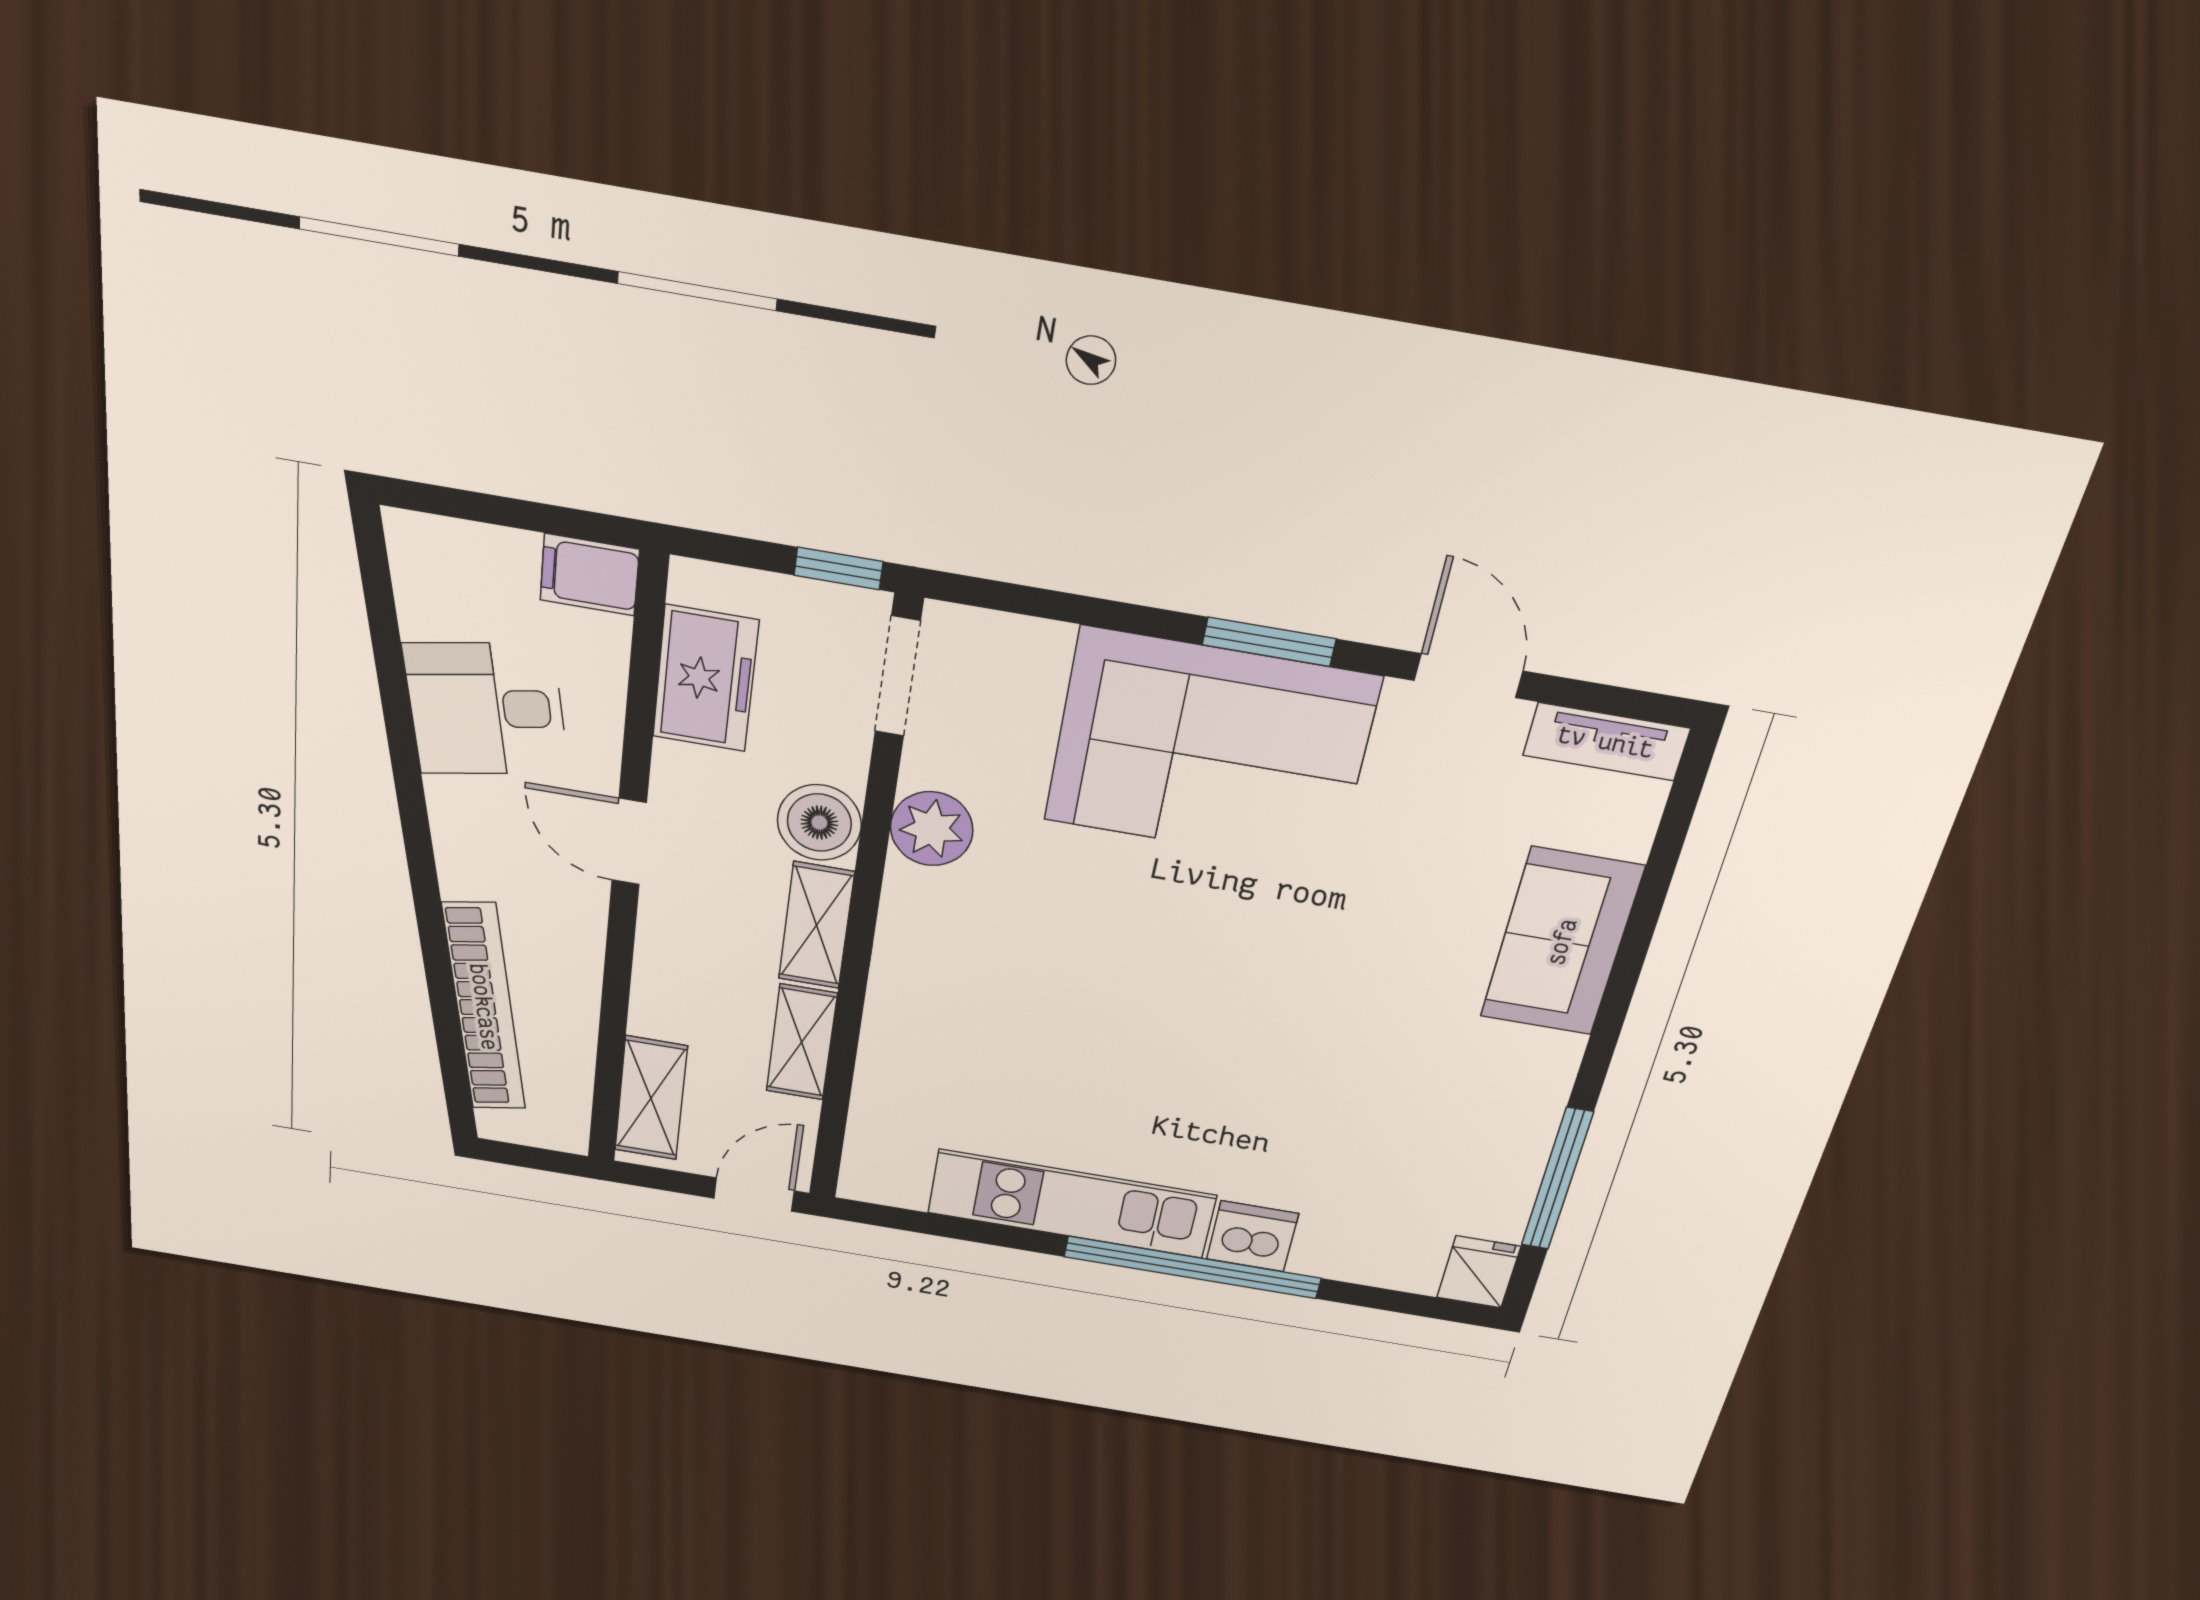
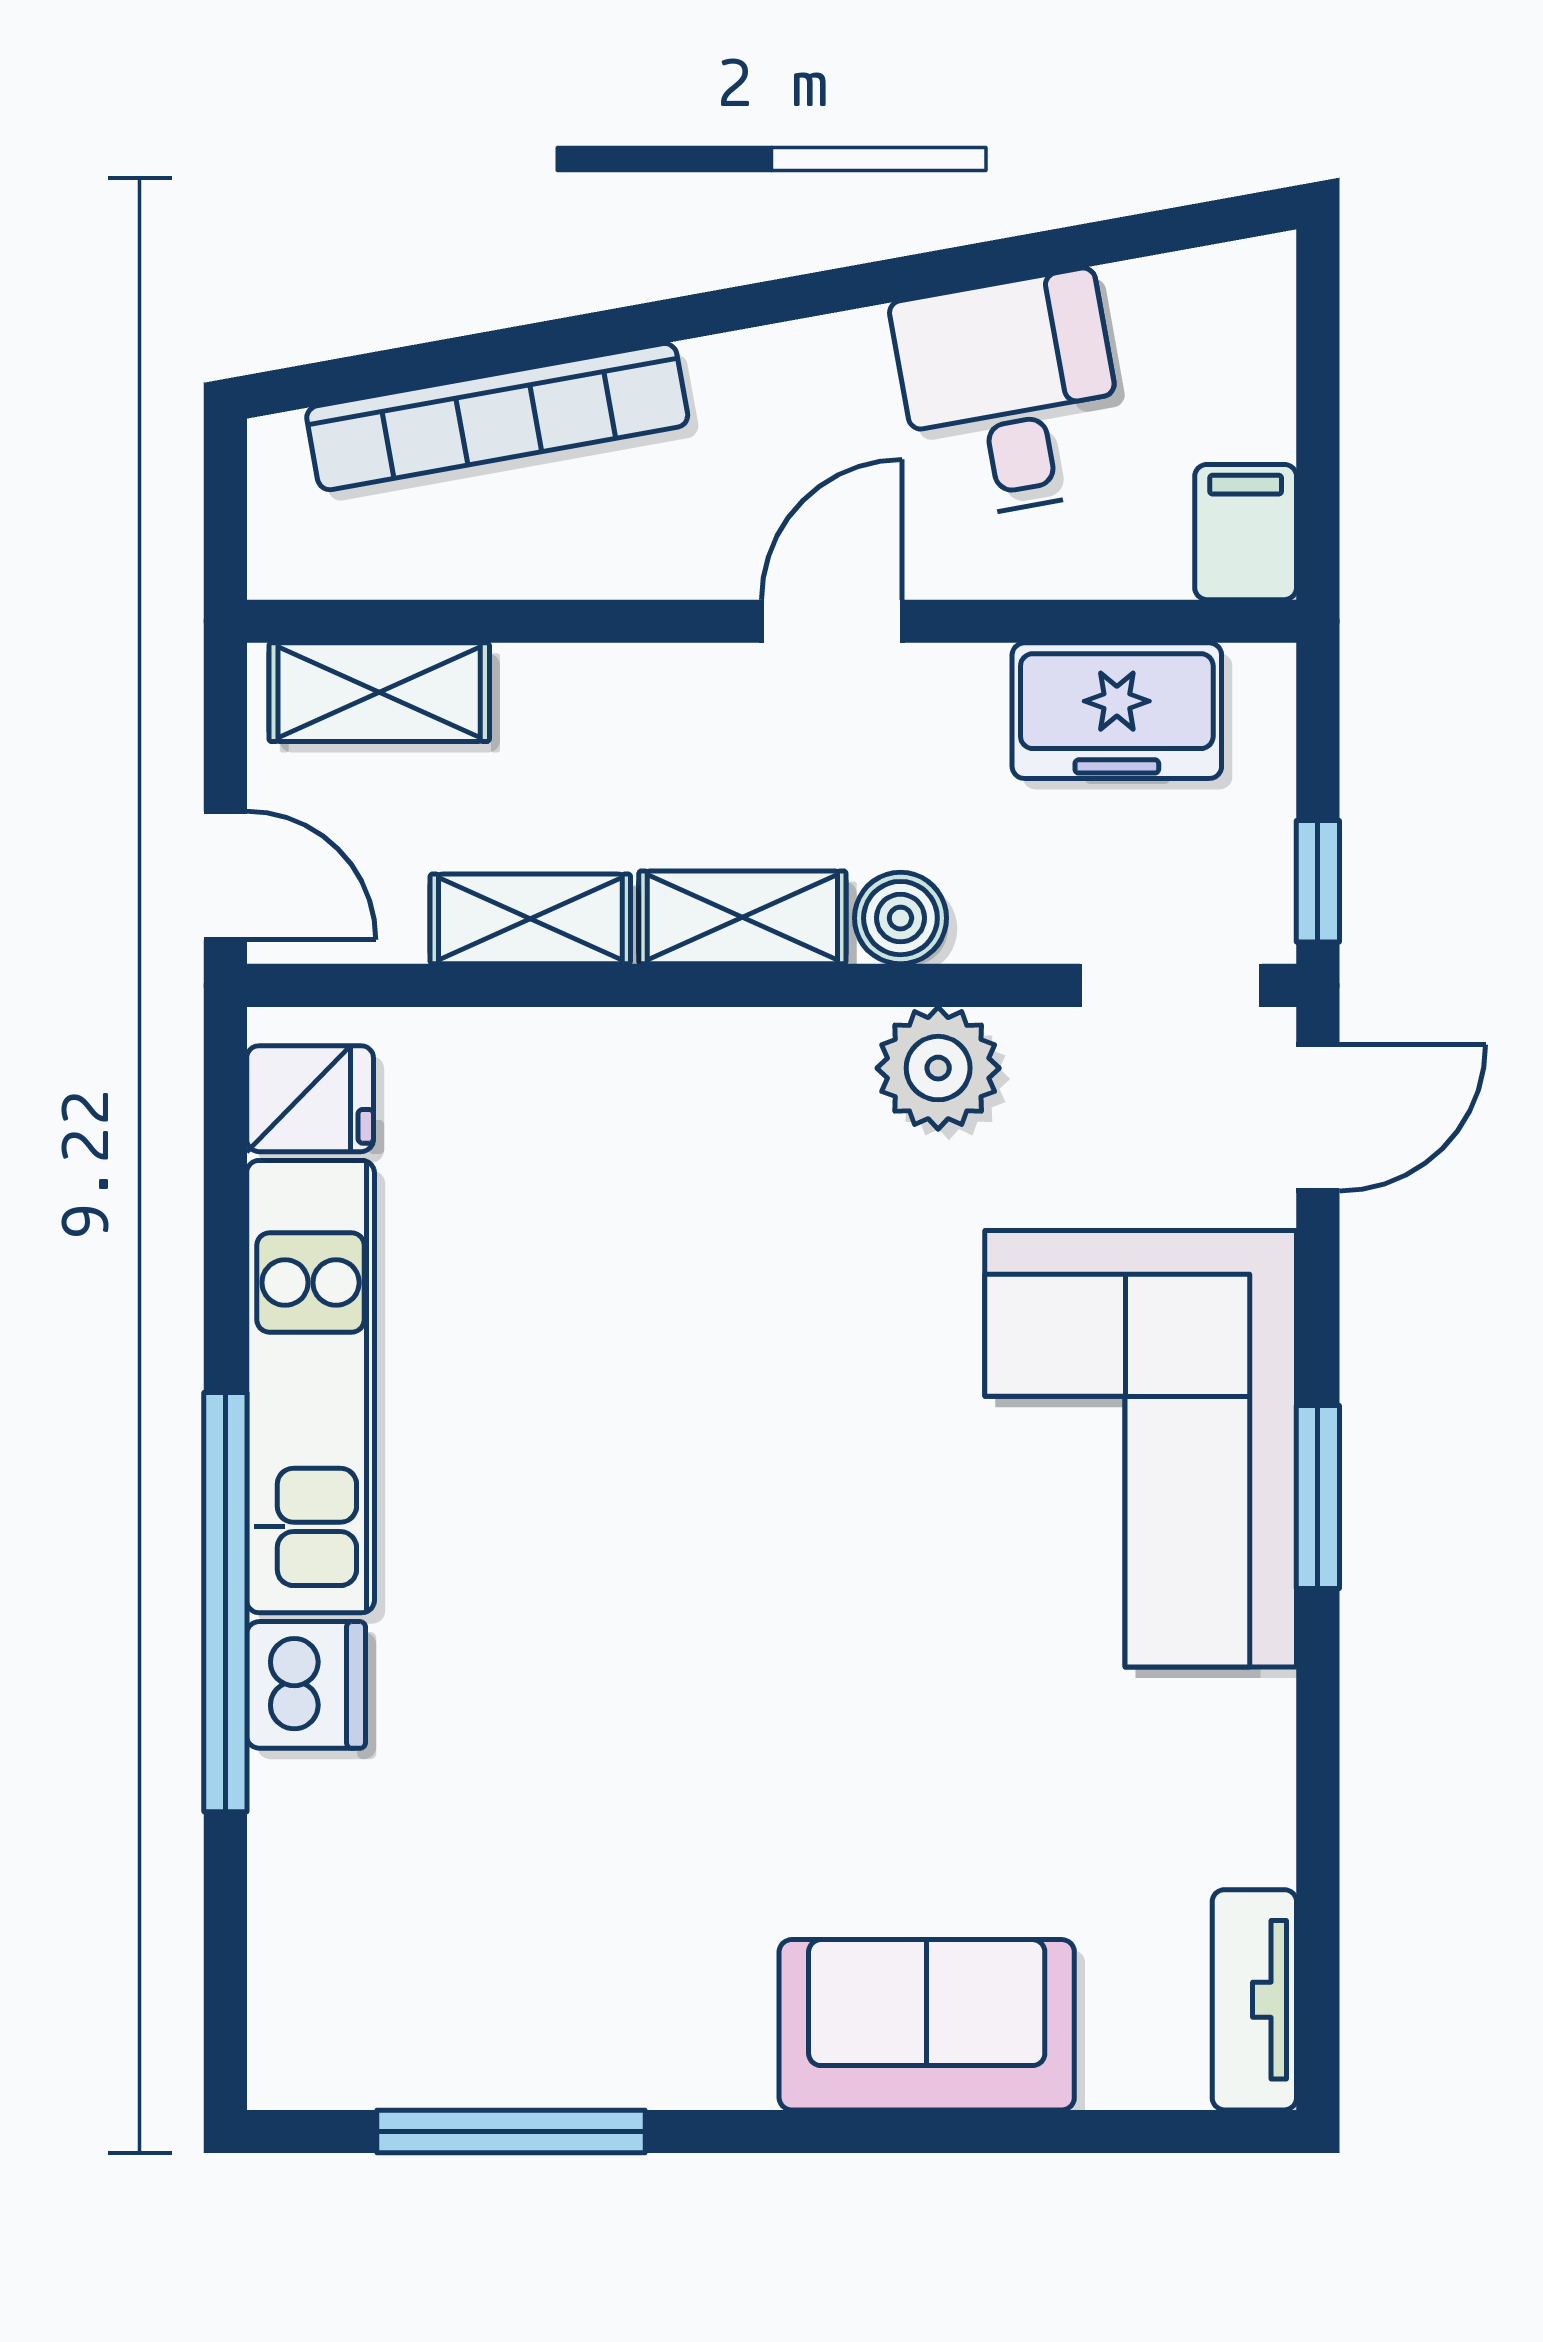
door: (1469, 676) -> (1318, 1118), moved
boiler: (819, 823) -> (900, 918), width x0.73, depth x0.73
fridge: (1479, 1272) -> (310, 1099), moved

